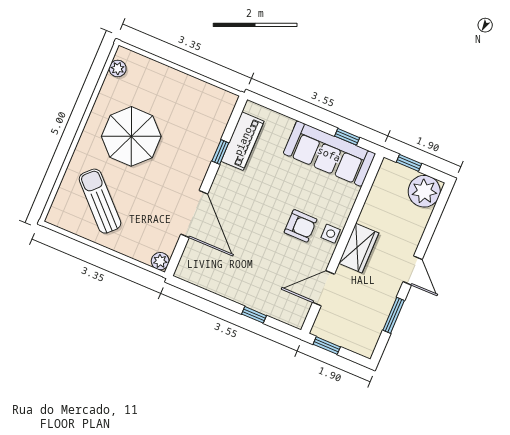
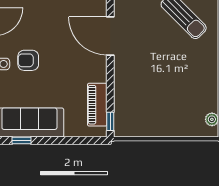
parasol: (131, 136) -> (181, 74), removed
window: (220, 152) -> (110, 121), moved

